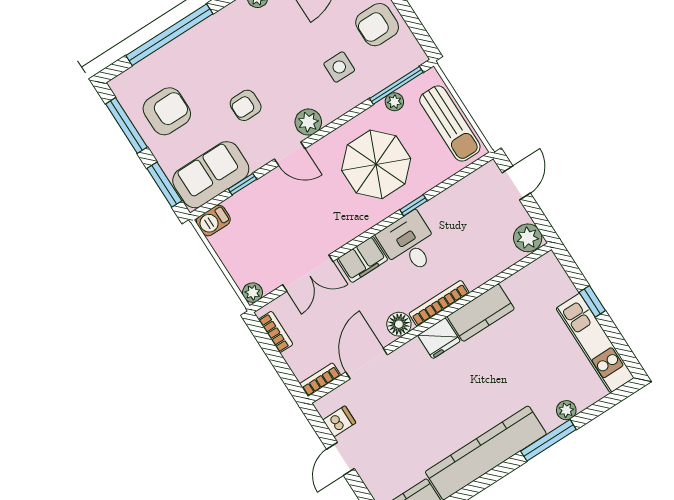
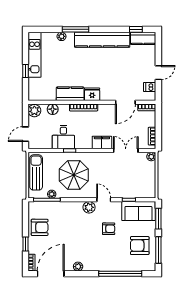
side table: (339, 67) -> (64, 221), removed
barbecue: (213, 220) -> (149, 193), removed
desk: (409, 244) -> (63, 137), moved
floor lamp: (399, 324) -> (53, 109), moved

